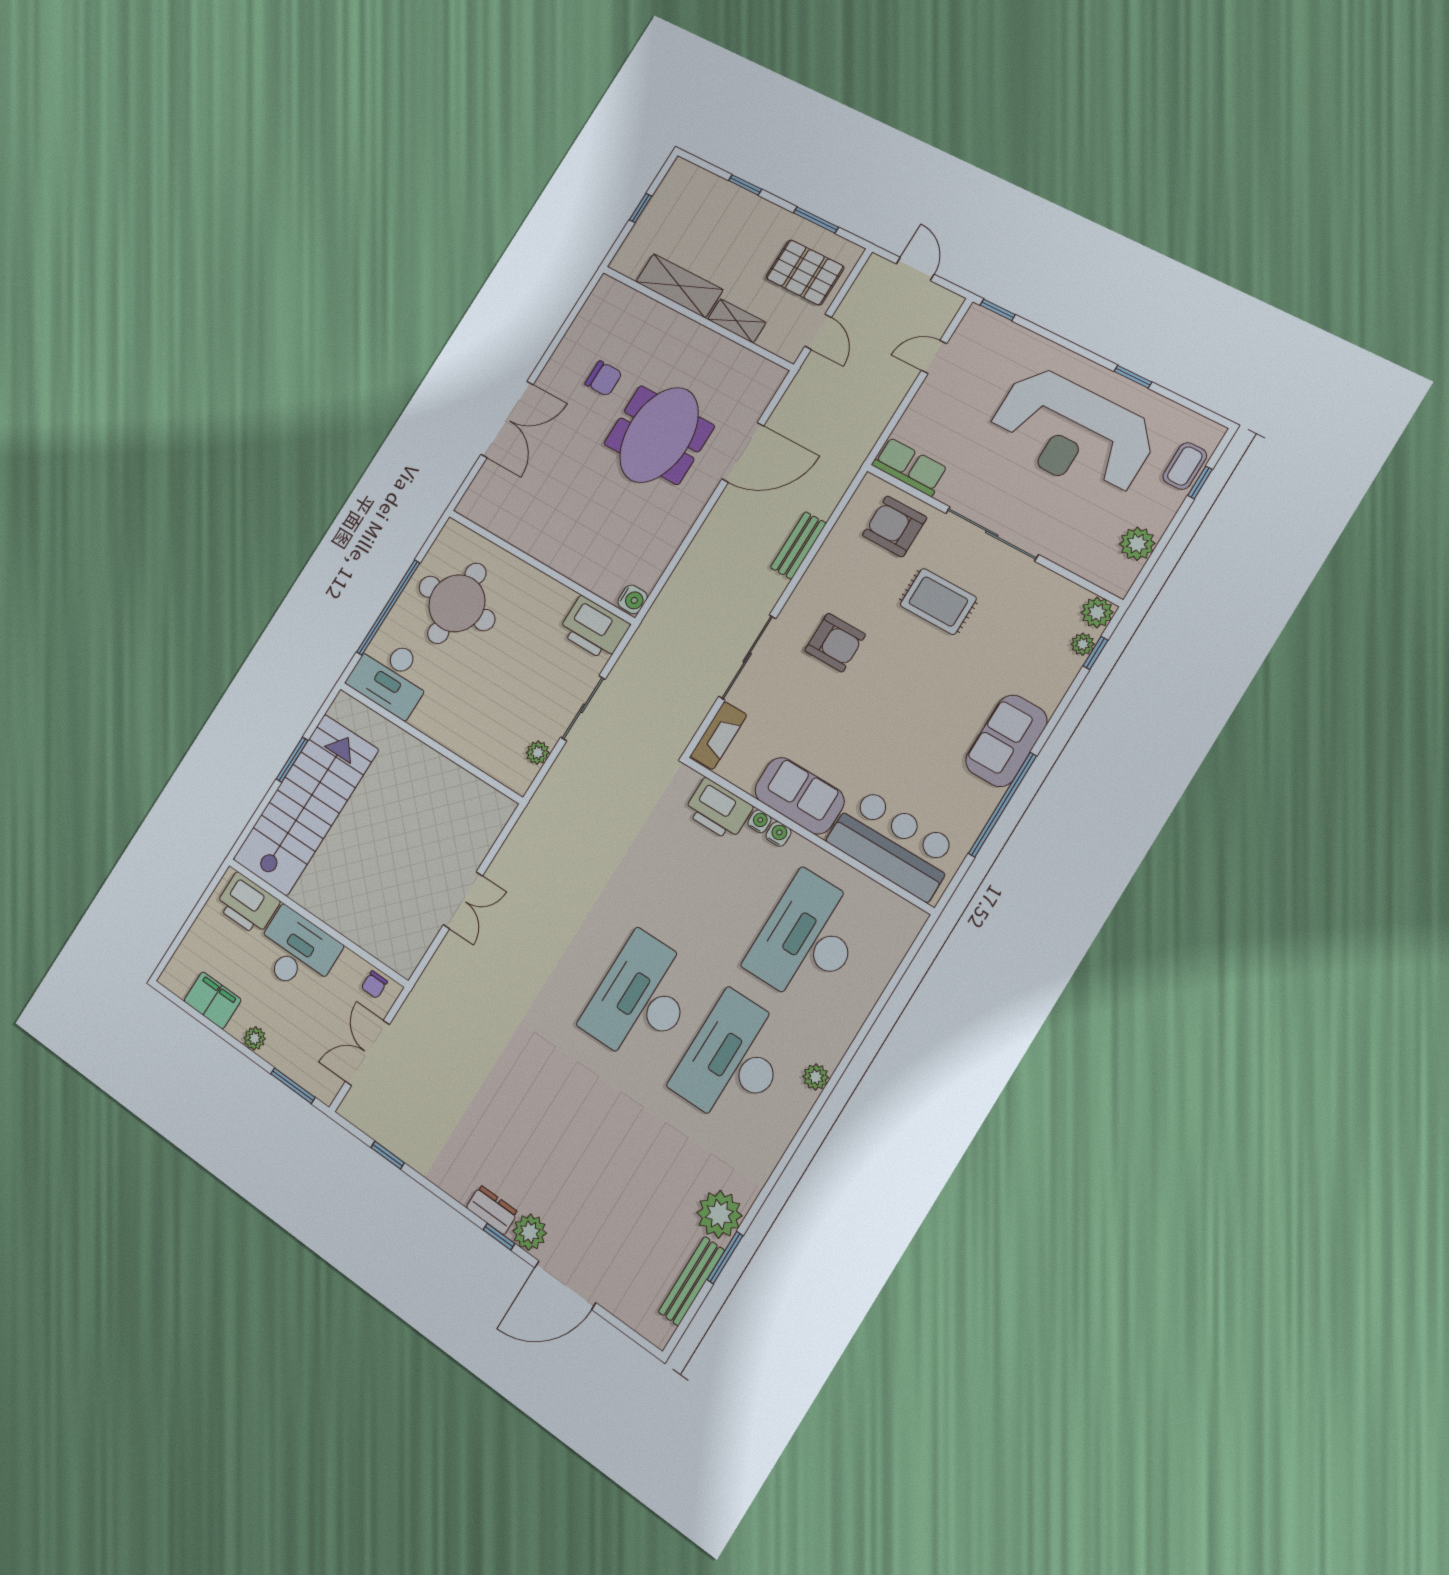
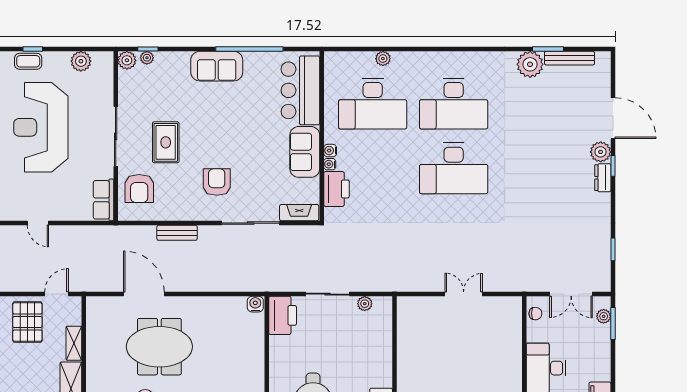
reception desk: (1072, 433) -> (41, 127), turned 180
plant: (255, 1038) -> (604, 316), moved
plant: (816, 1077) -> (383, 59), moved

